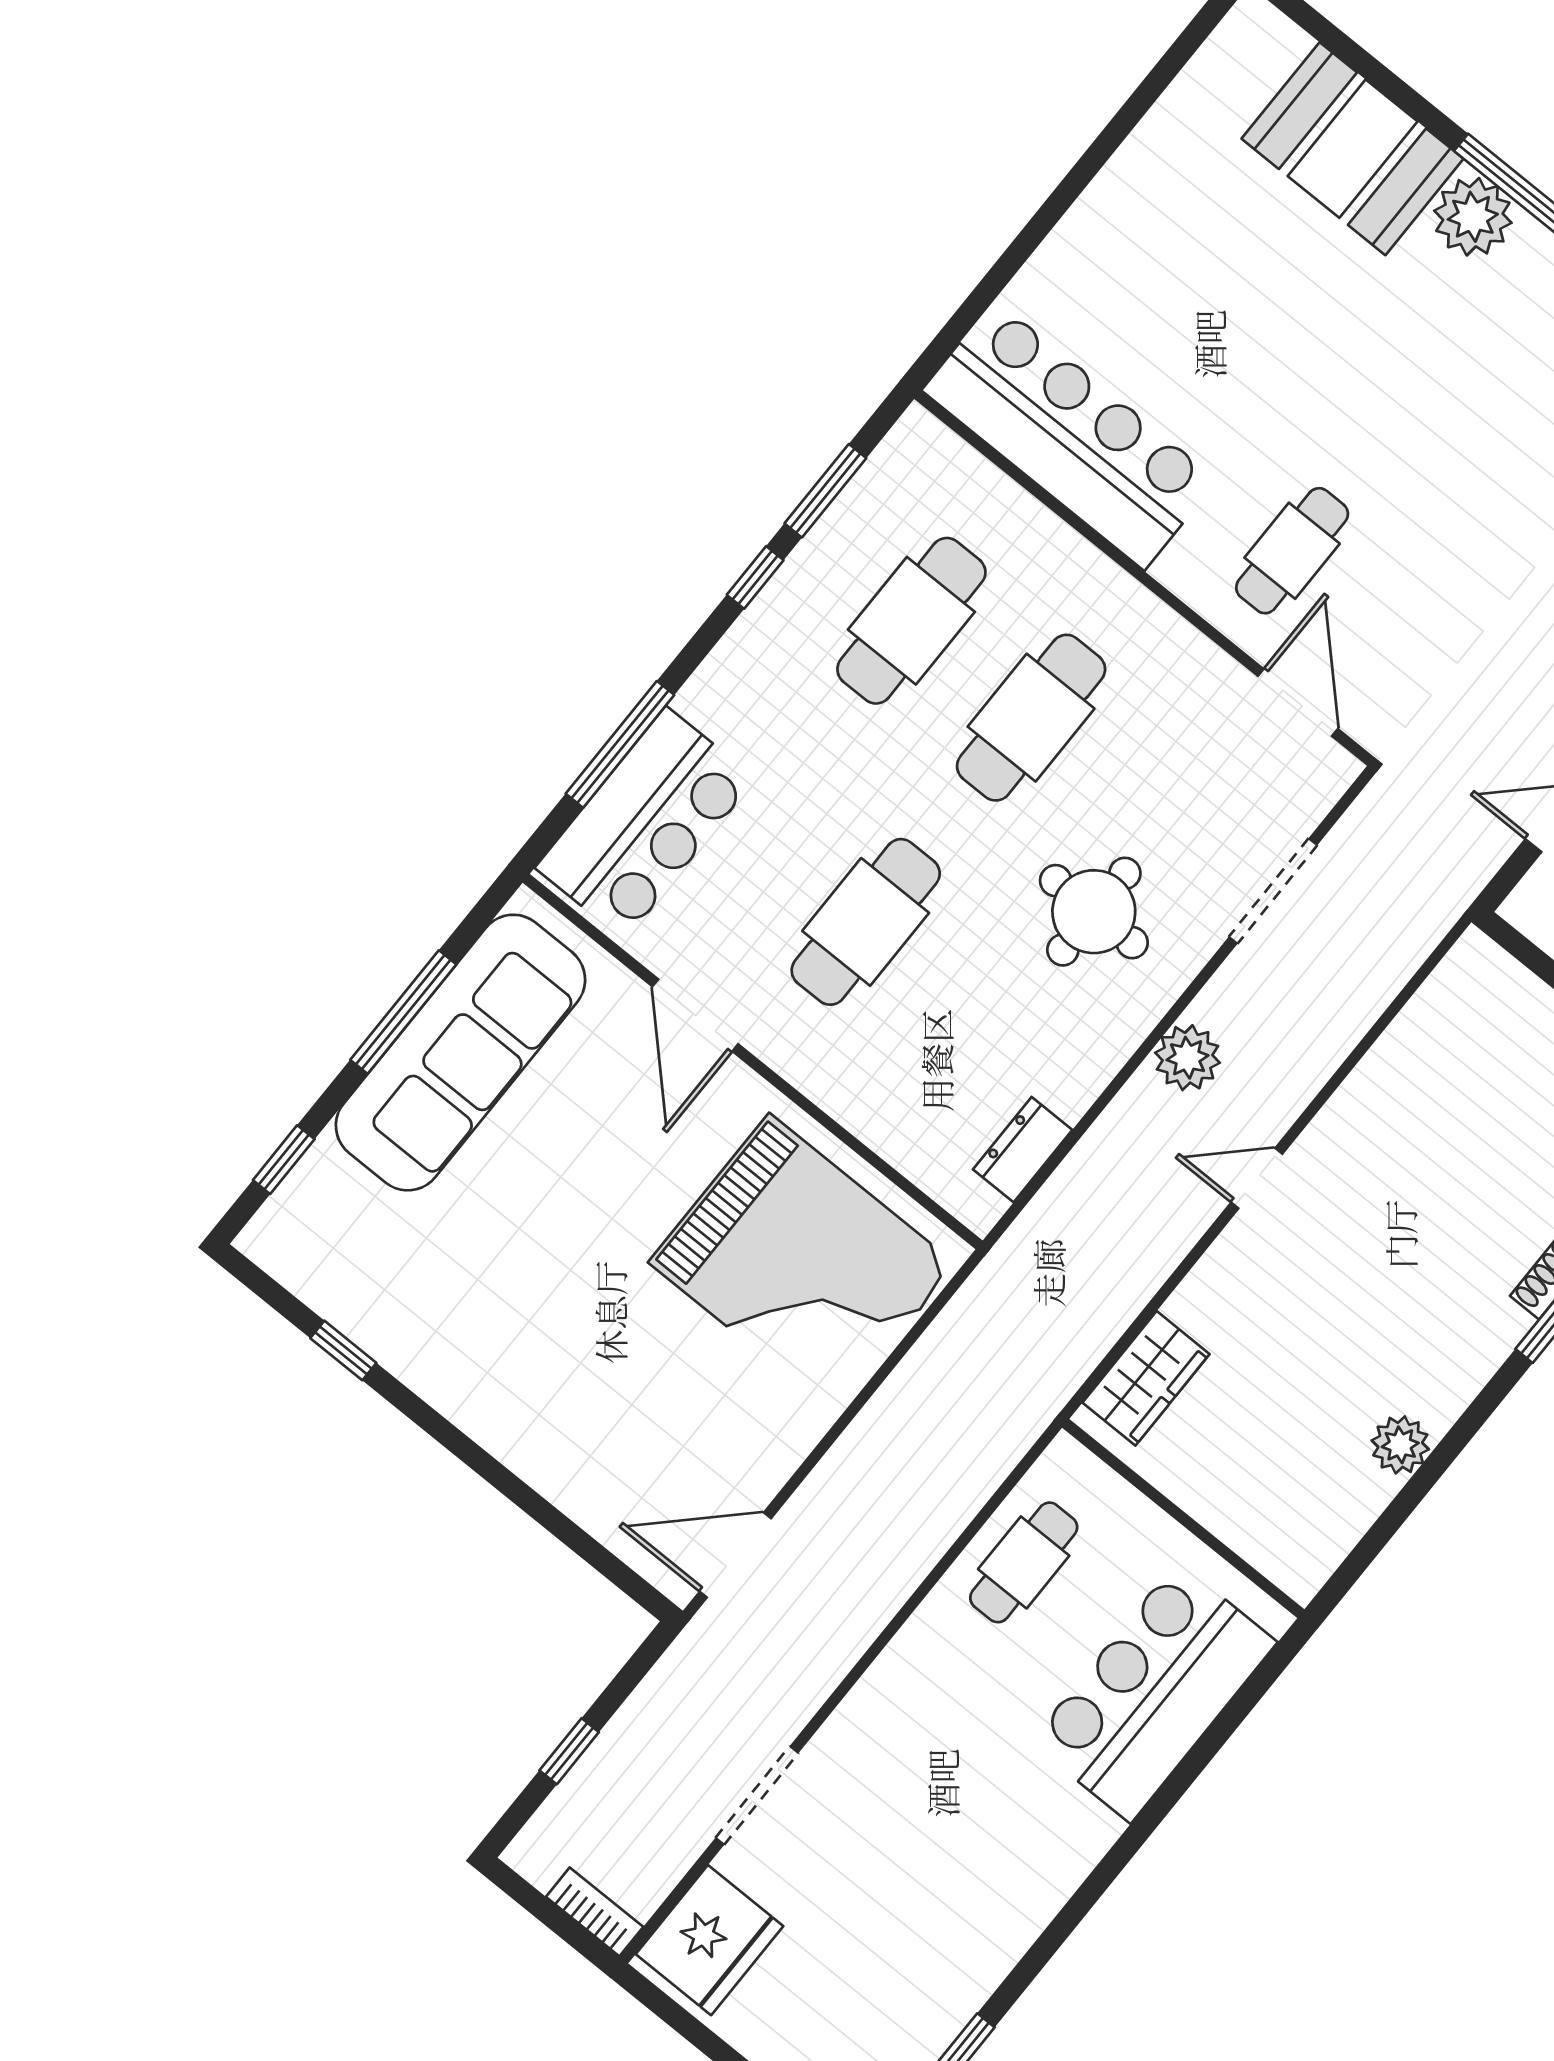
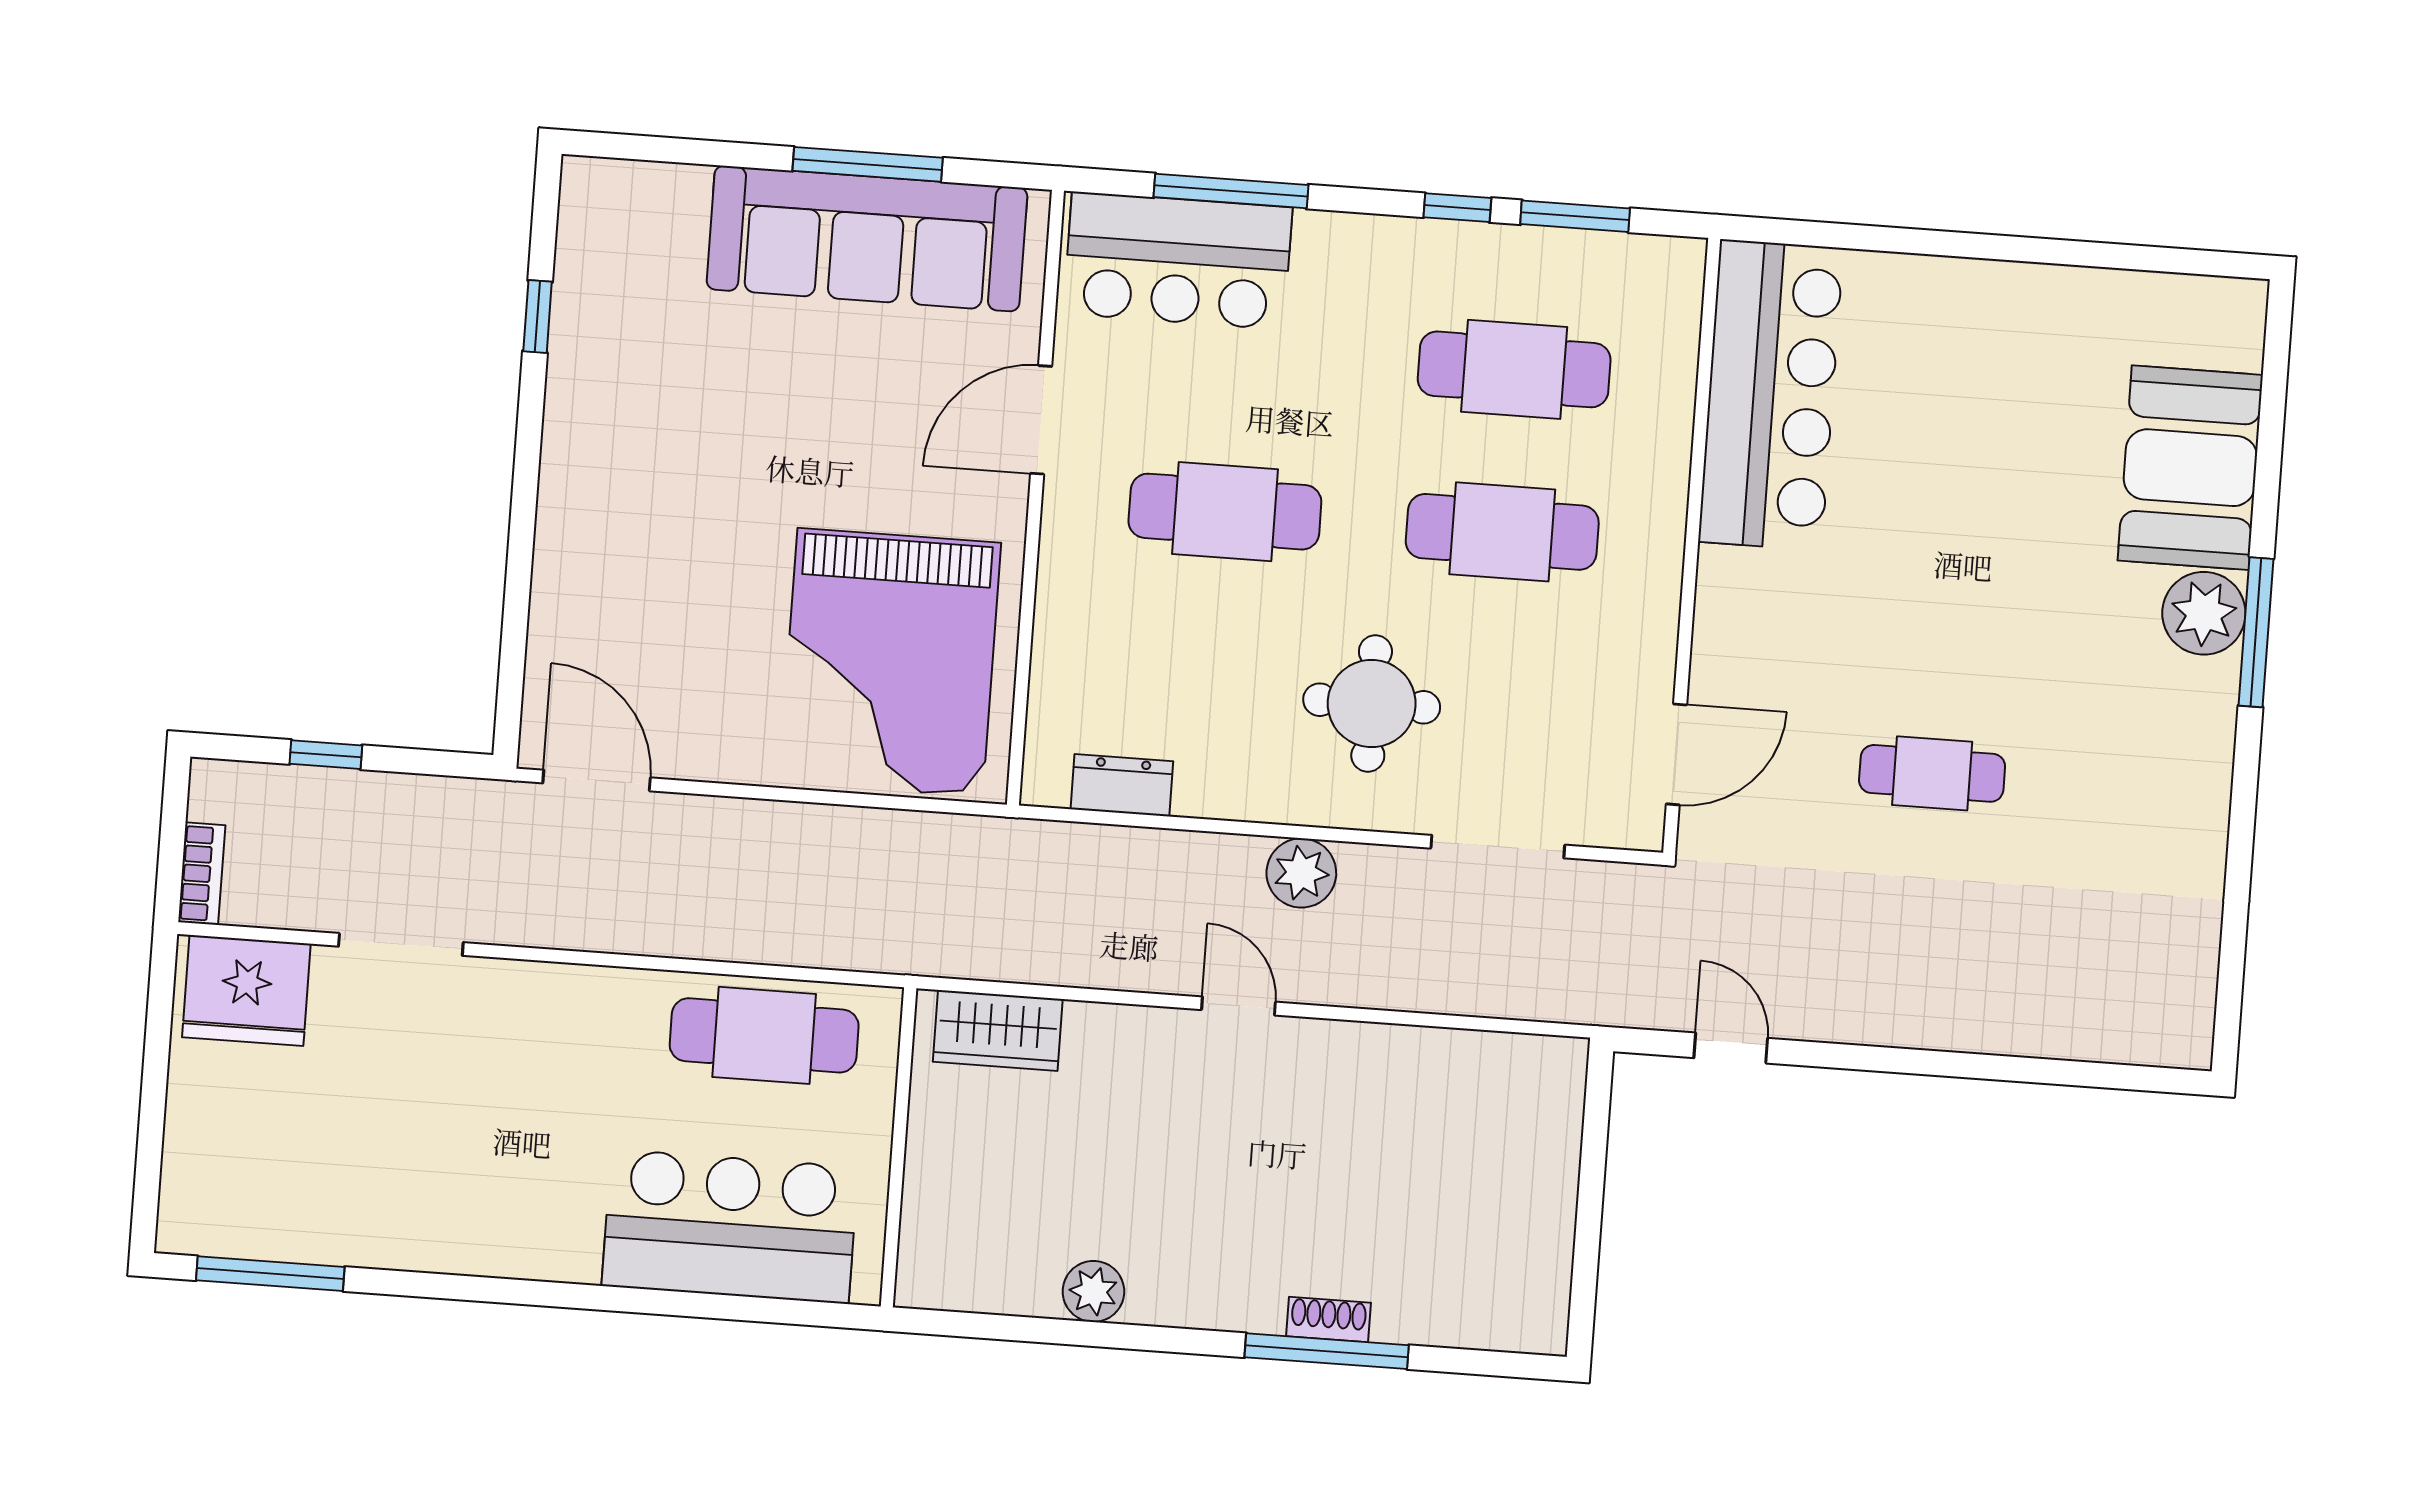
cafe table: (1292, 551) -> (1932, 773), moved
window: (284, 1160) -> (667, 150), removed
cafe table: (1024, 1562) -> (764, 1035), width x1.37, depth x1.35

